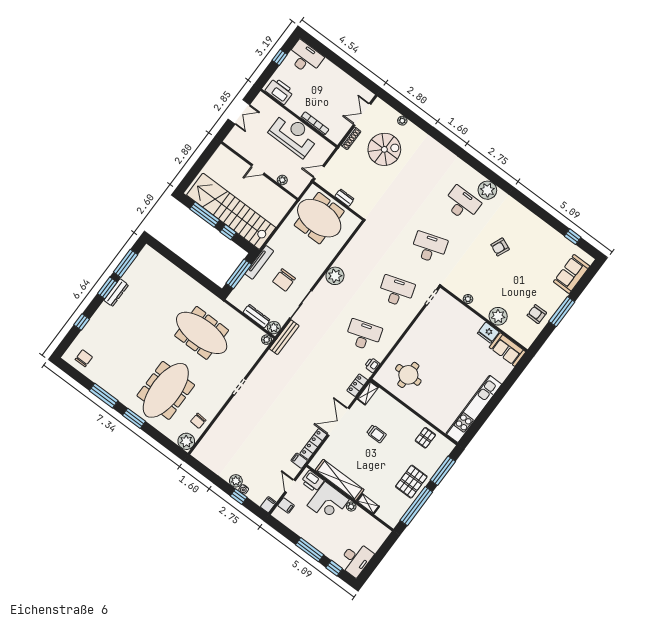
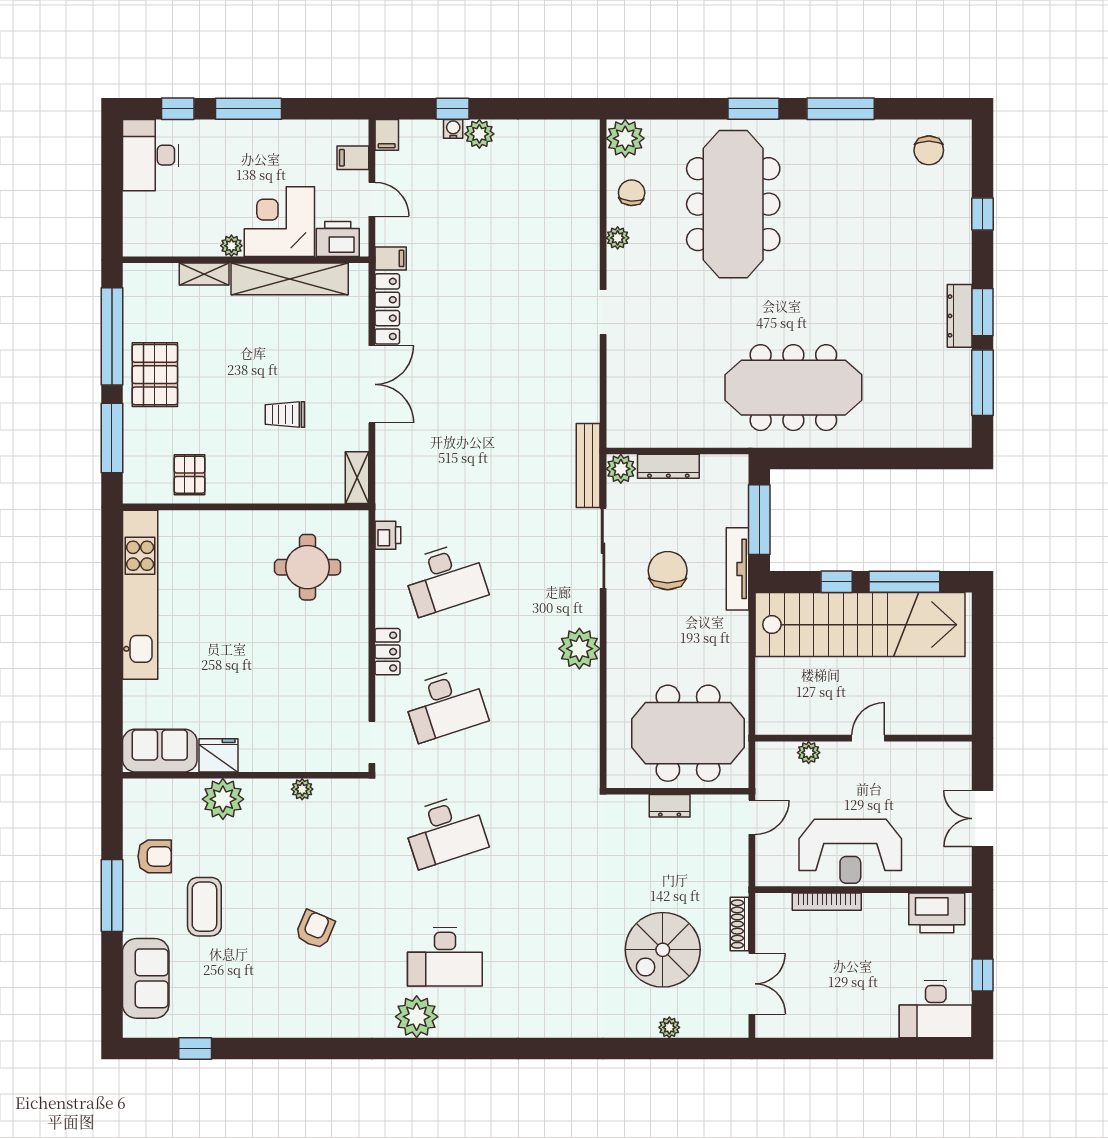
coffee table: (533, 284) -> (204, 907), added
meeting table: (202, 333) -> (793, 388), moved
plant: (267, 340) -> (618, 238), moved
locker: (357, 385) -> (387, 652), moved

